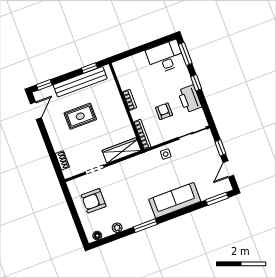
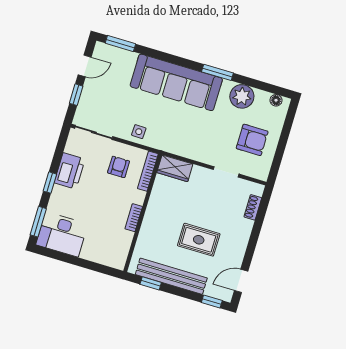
armchair: (164, 111) -> (119, 167), moved, turned 180
wardrobe: (122, 150) -> (175, 168), width x0.67
sofa: (175, 200) -> (176, 82), width x1.36, depth x1.27
plant: (117, 228) -> (242, 96), width x1.87, depth x1.87

